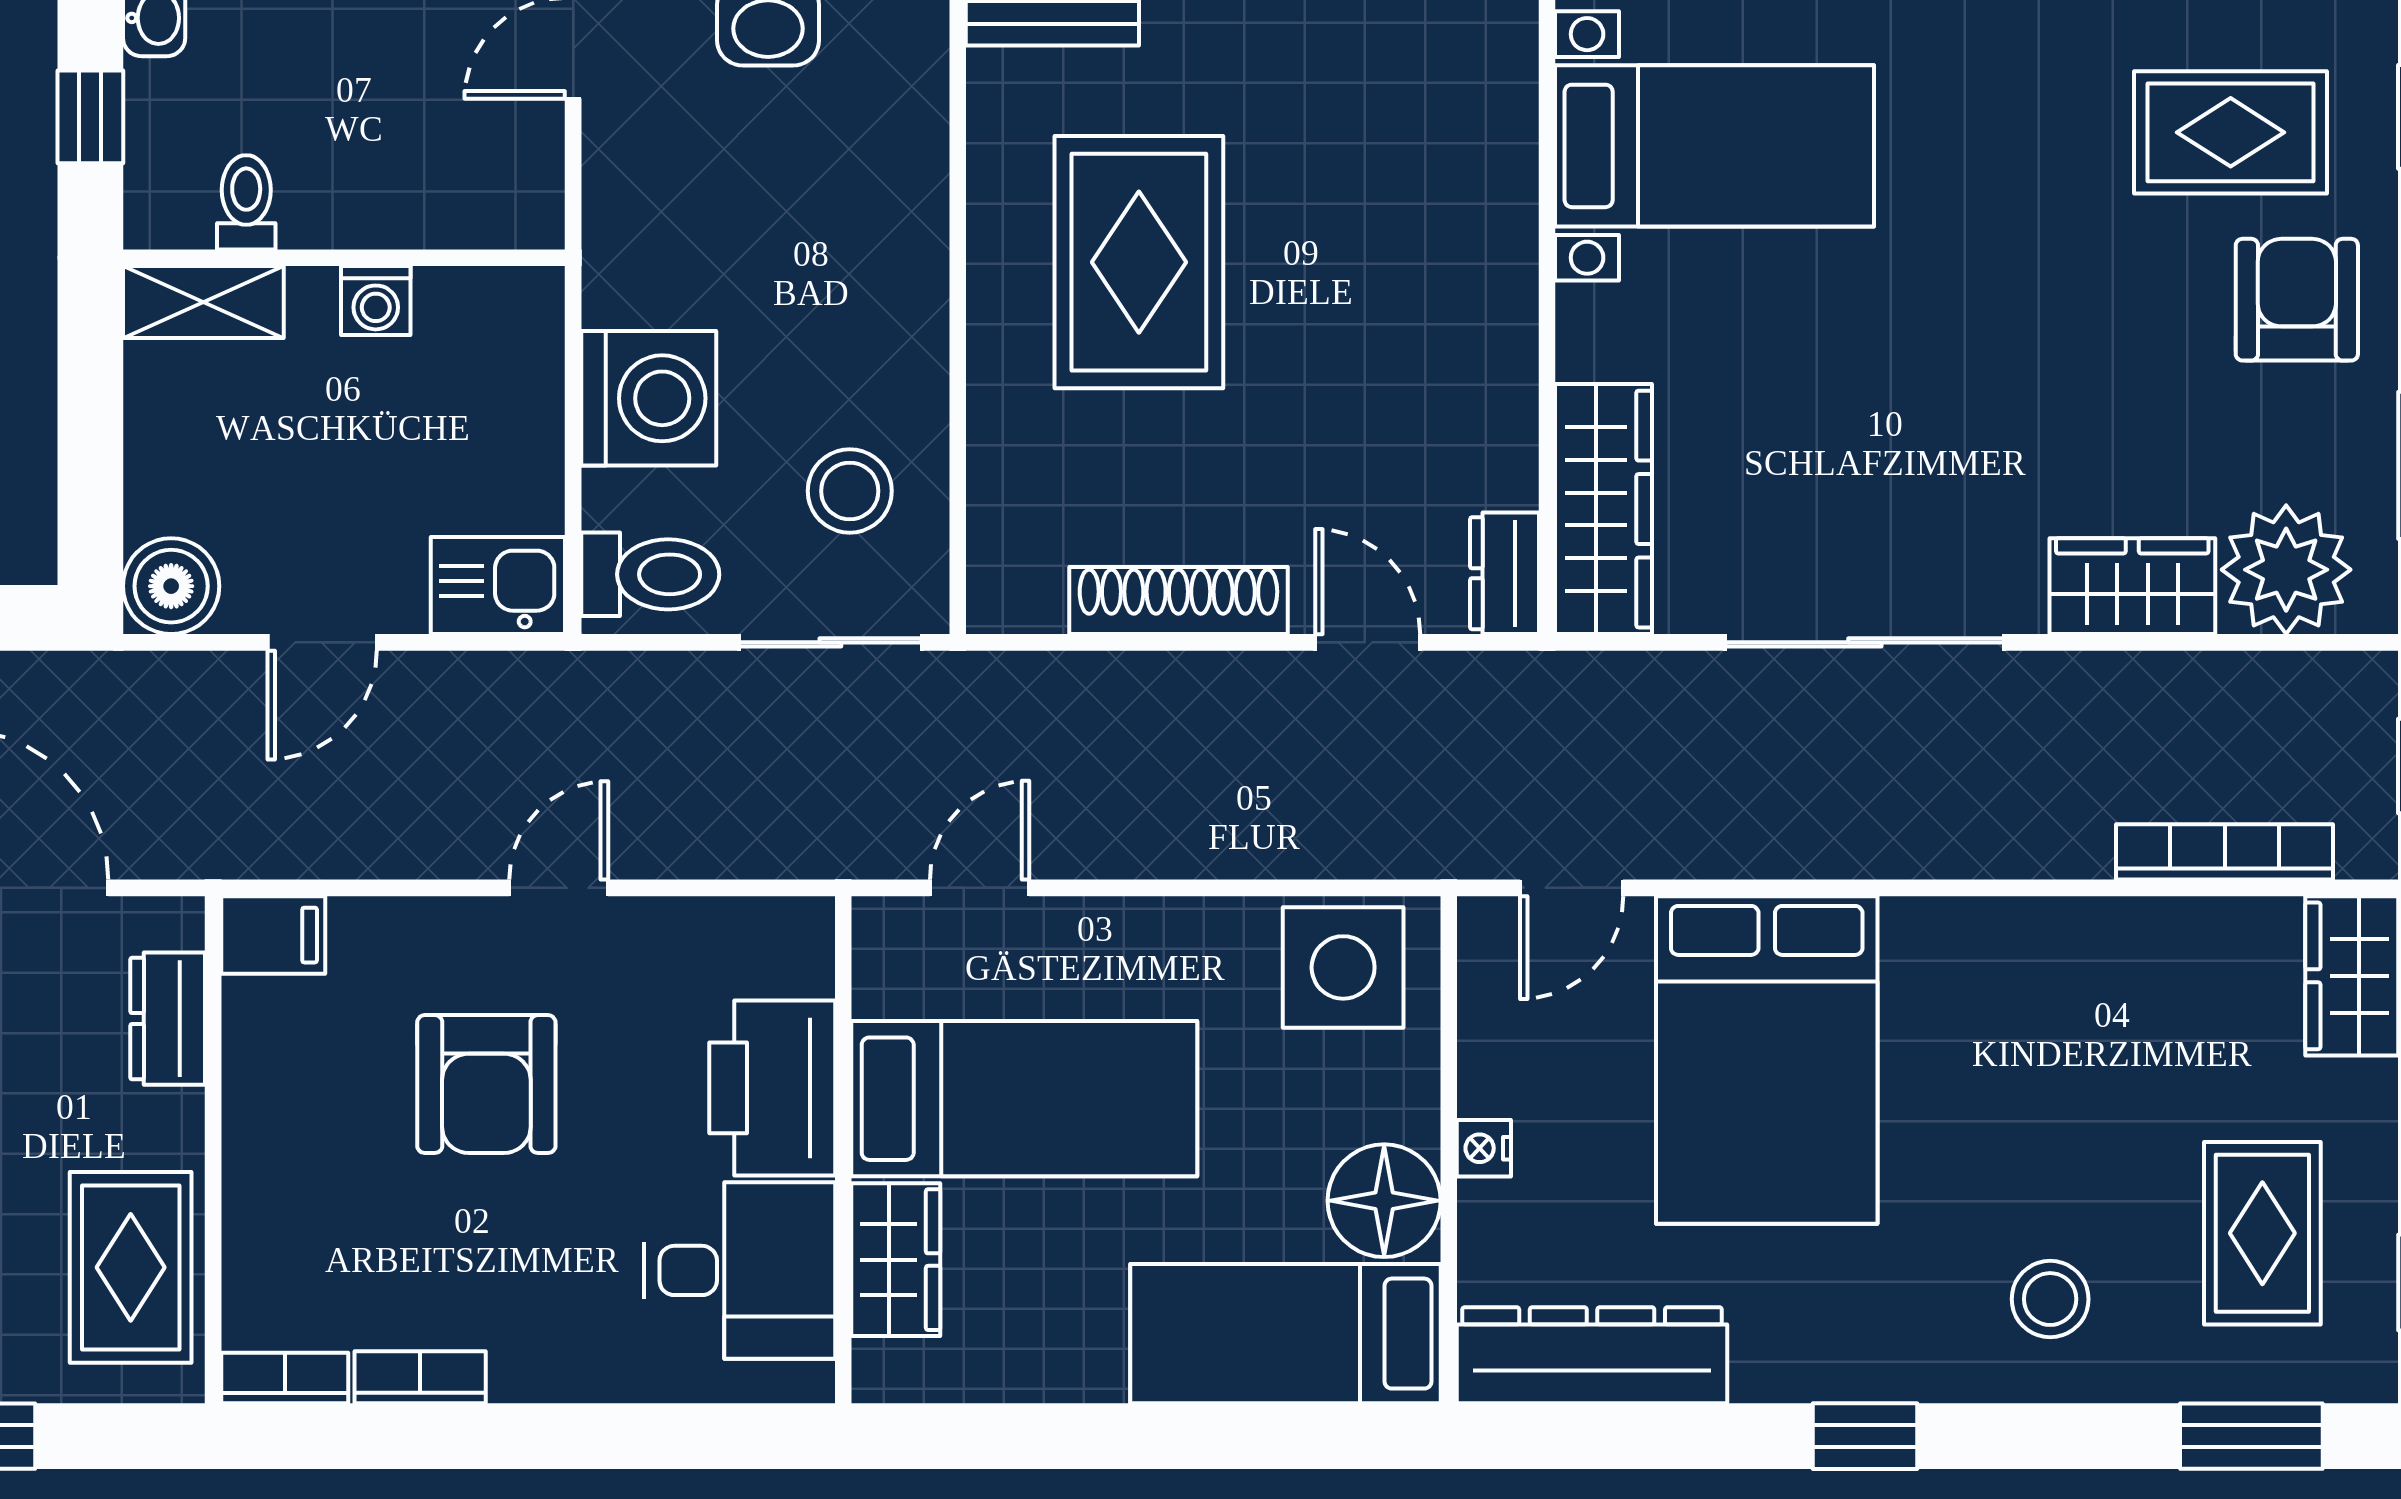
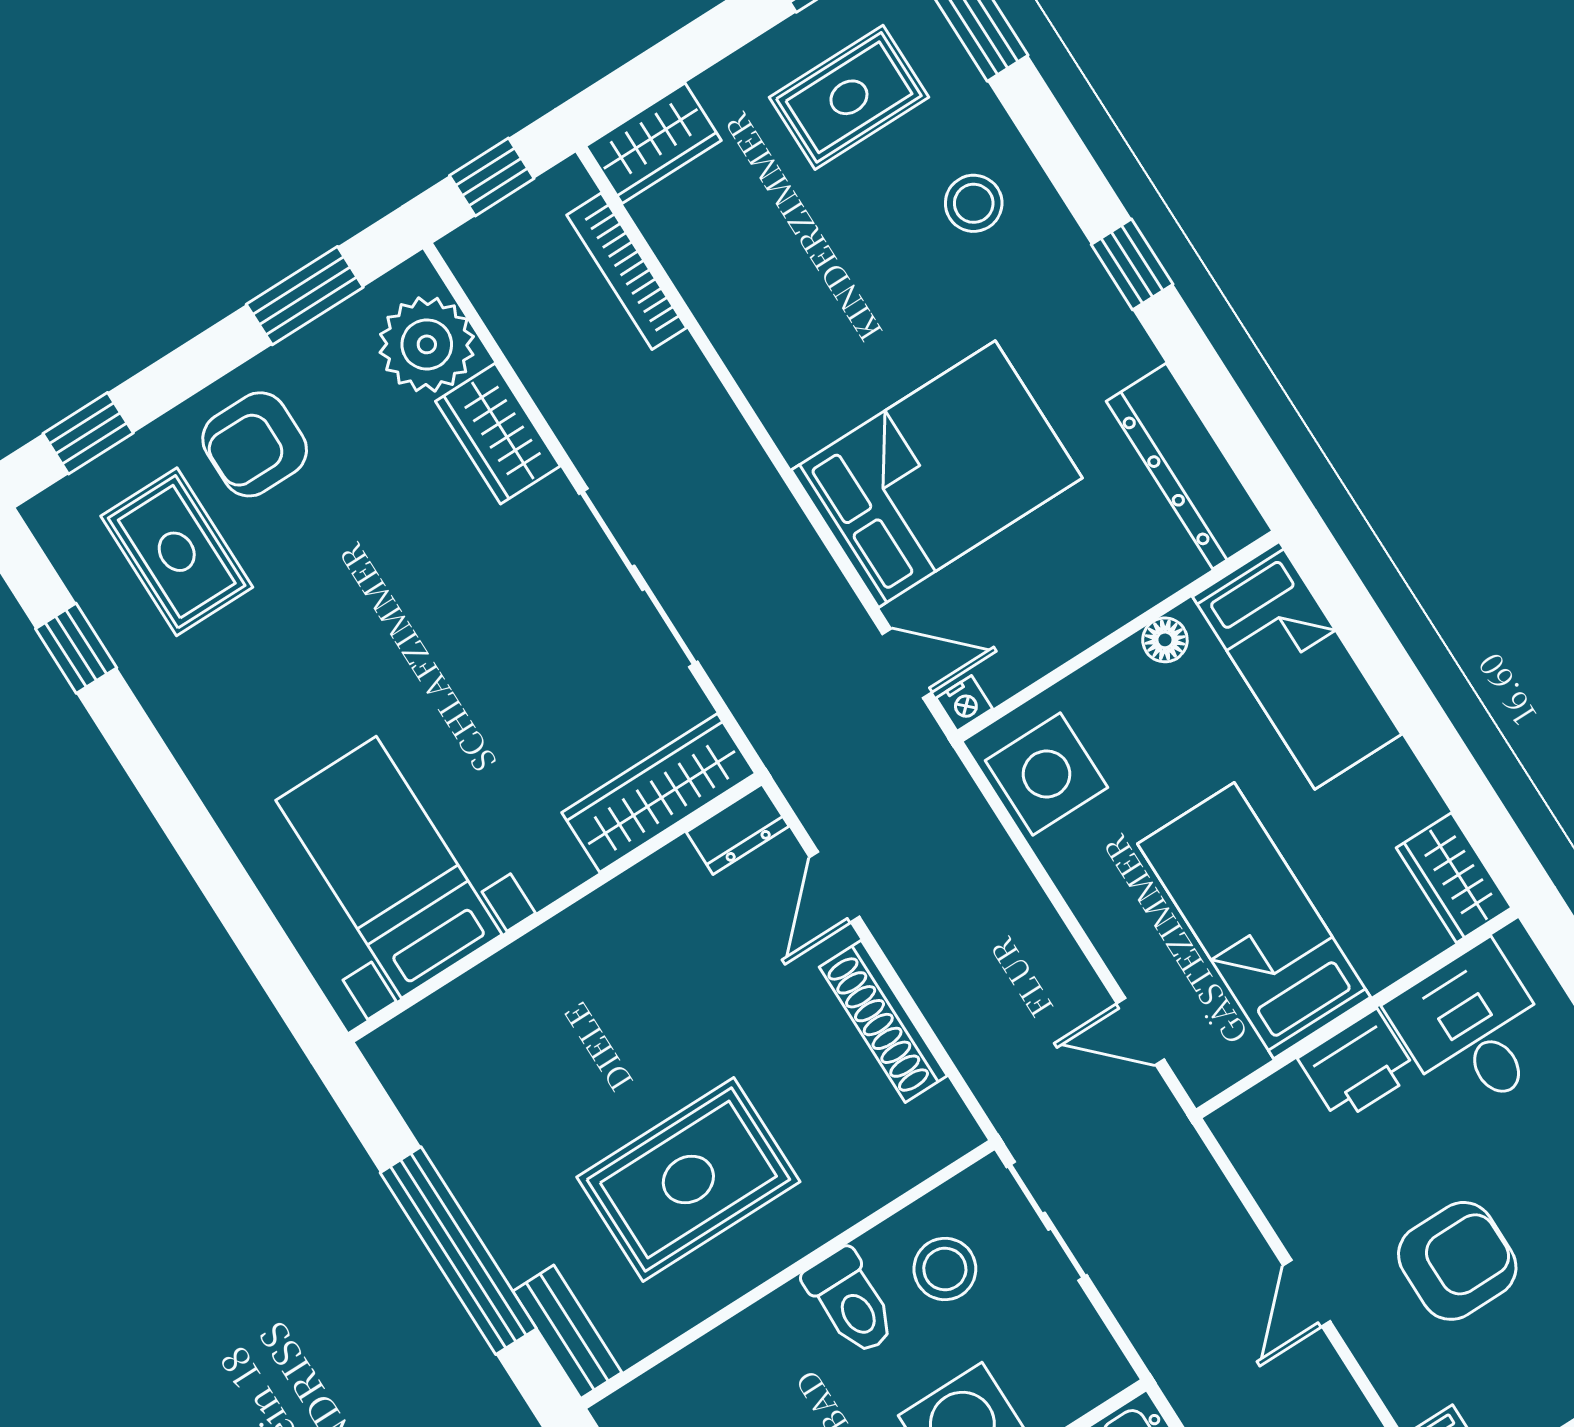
toilet: (650, 574) -> (851, 1302), moved, turned 180
door: (559, 888) -> (1307, 1293), hinge flipped
printer: (772, 1088) -> (1358, 1066), width x0.73, depth x0.84
nightstand: (1484, 1148) -> (964, 703), moved
floor lamp: (1384, 1201) -> (1165, 640), width x0.53, depth x0.53
wardrobe: (896, 1260) -> (1454, 878), moved, turned -90

